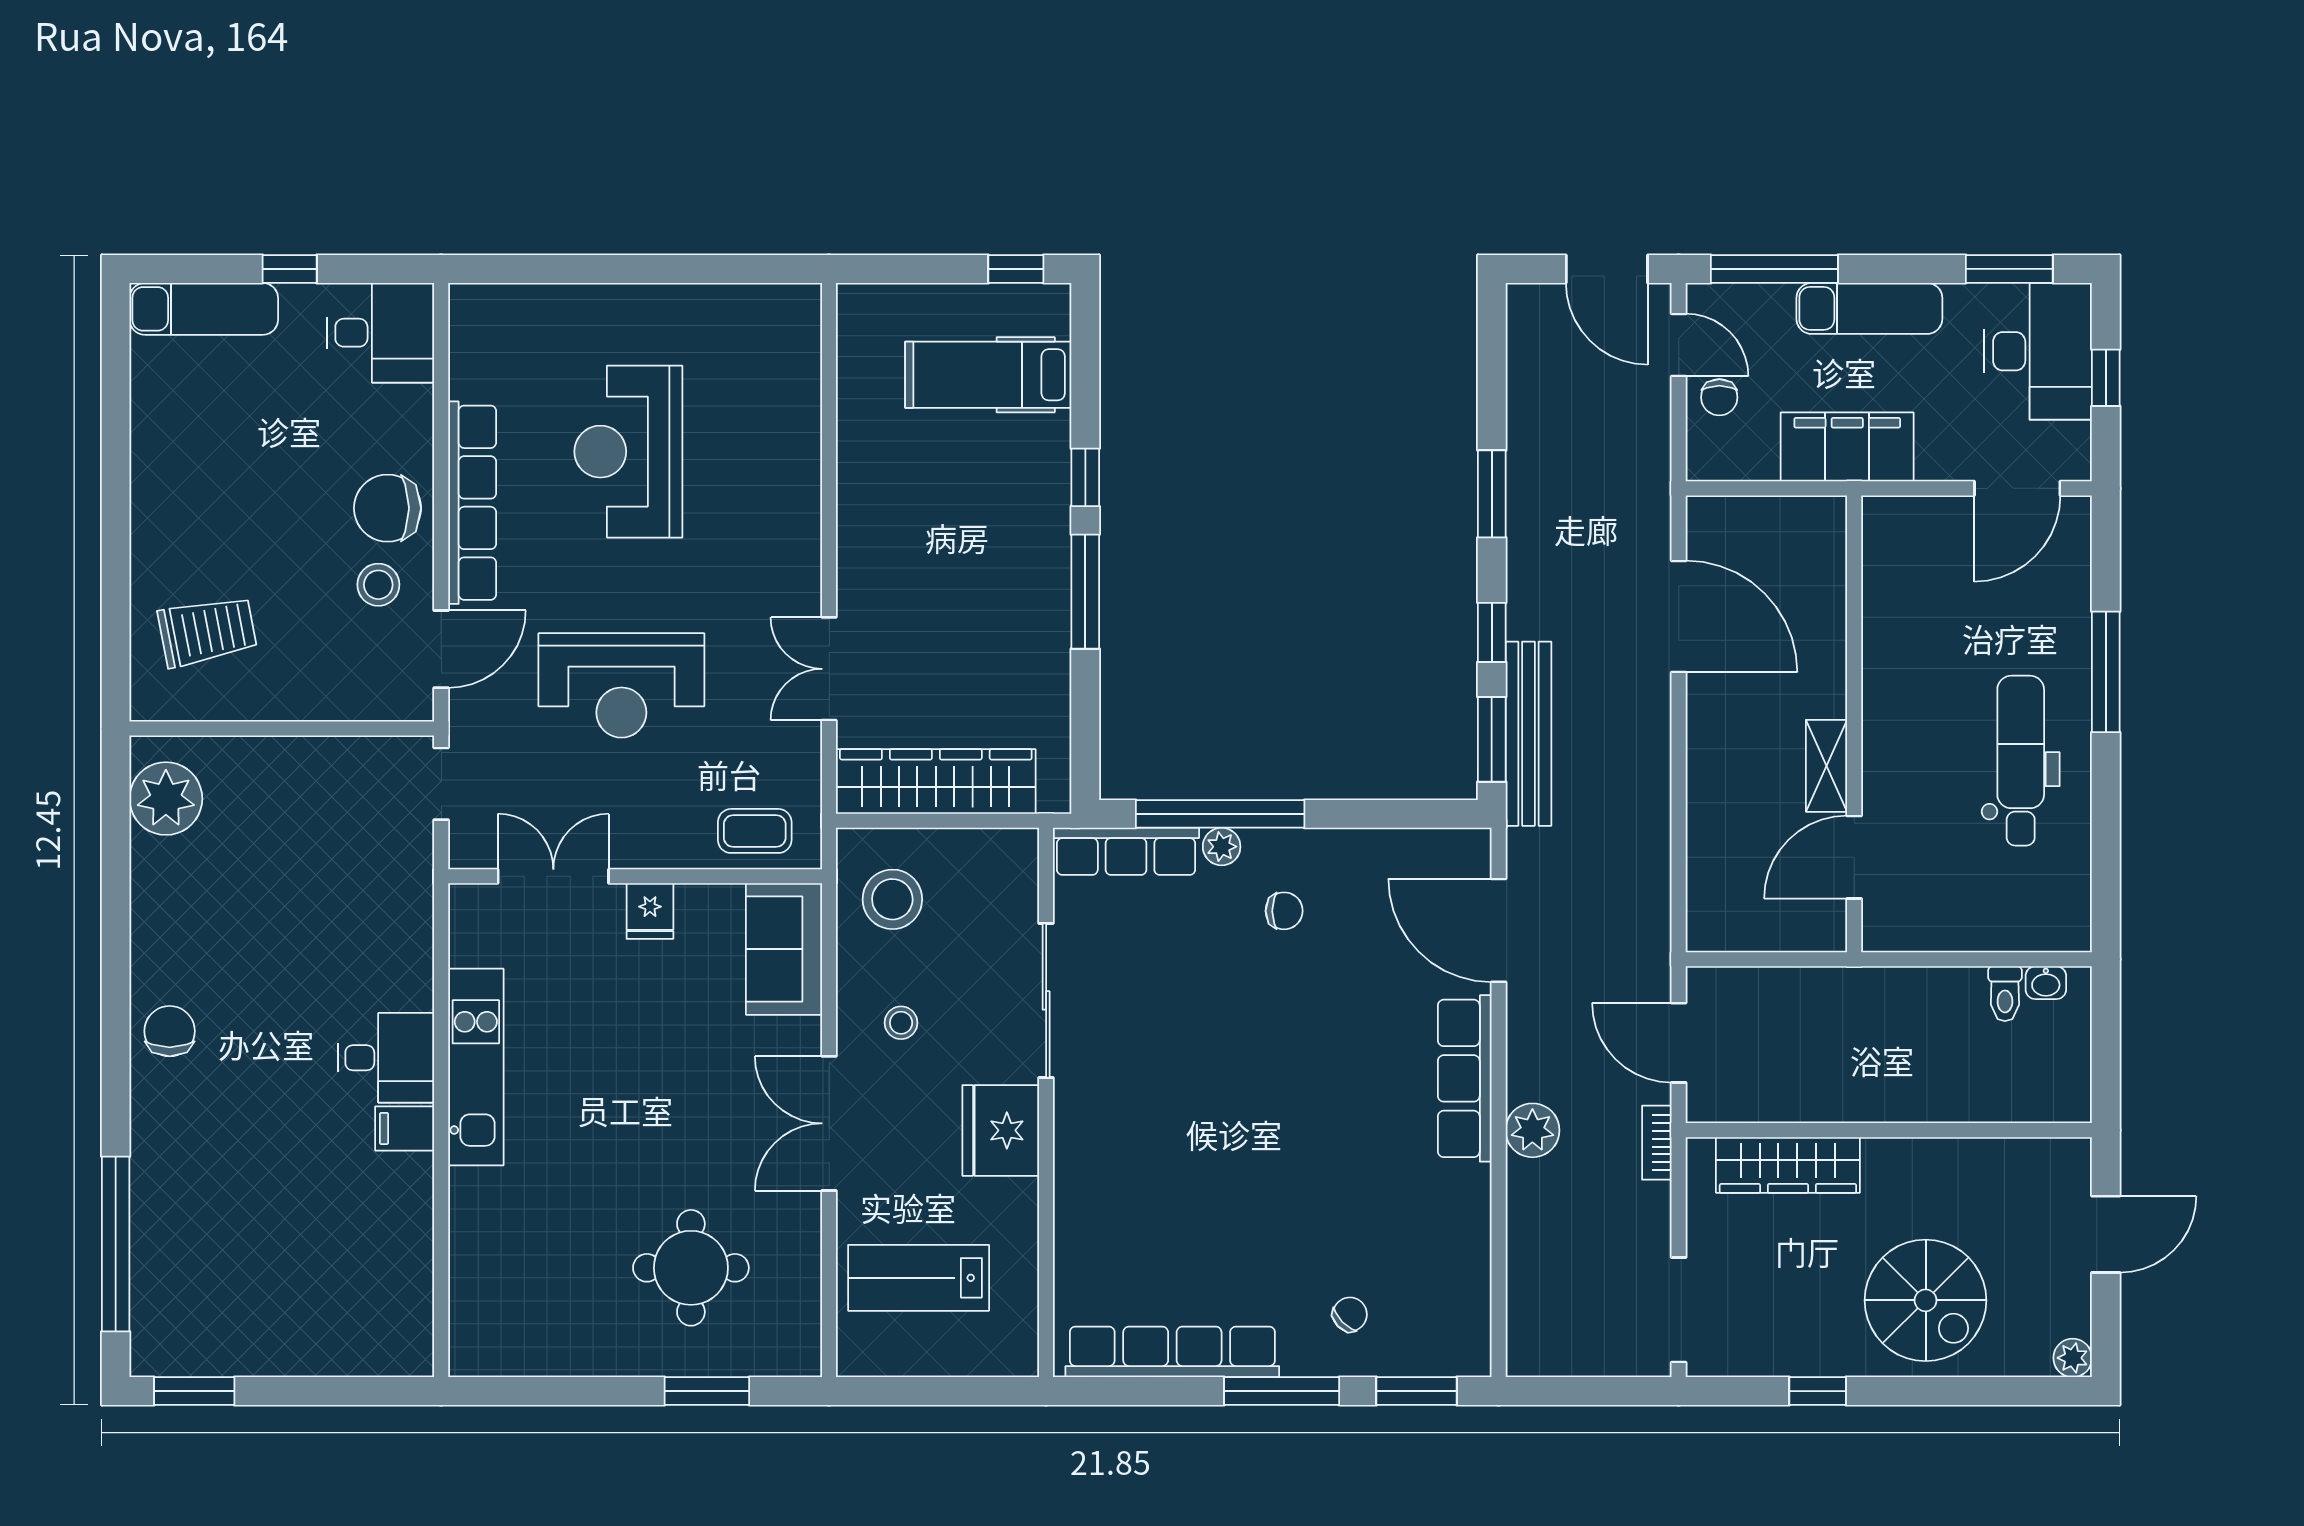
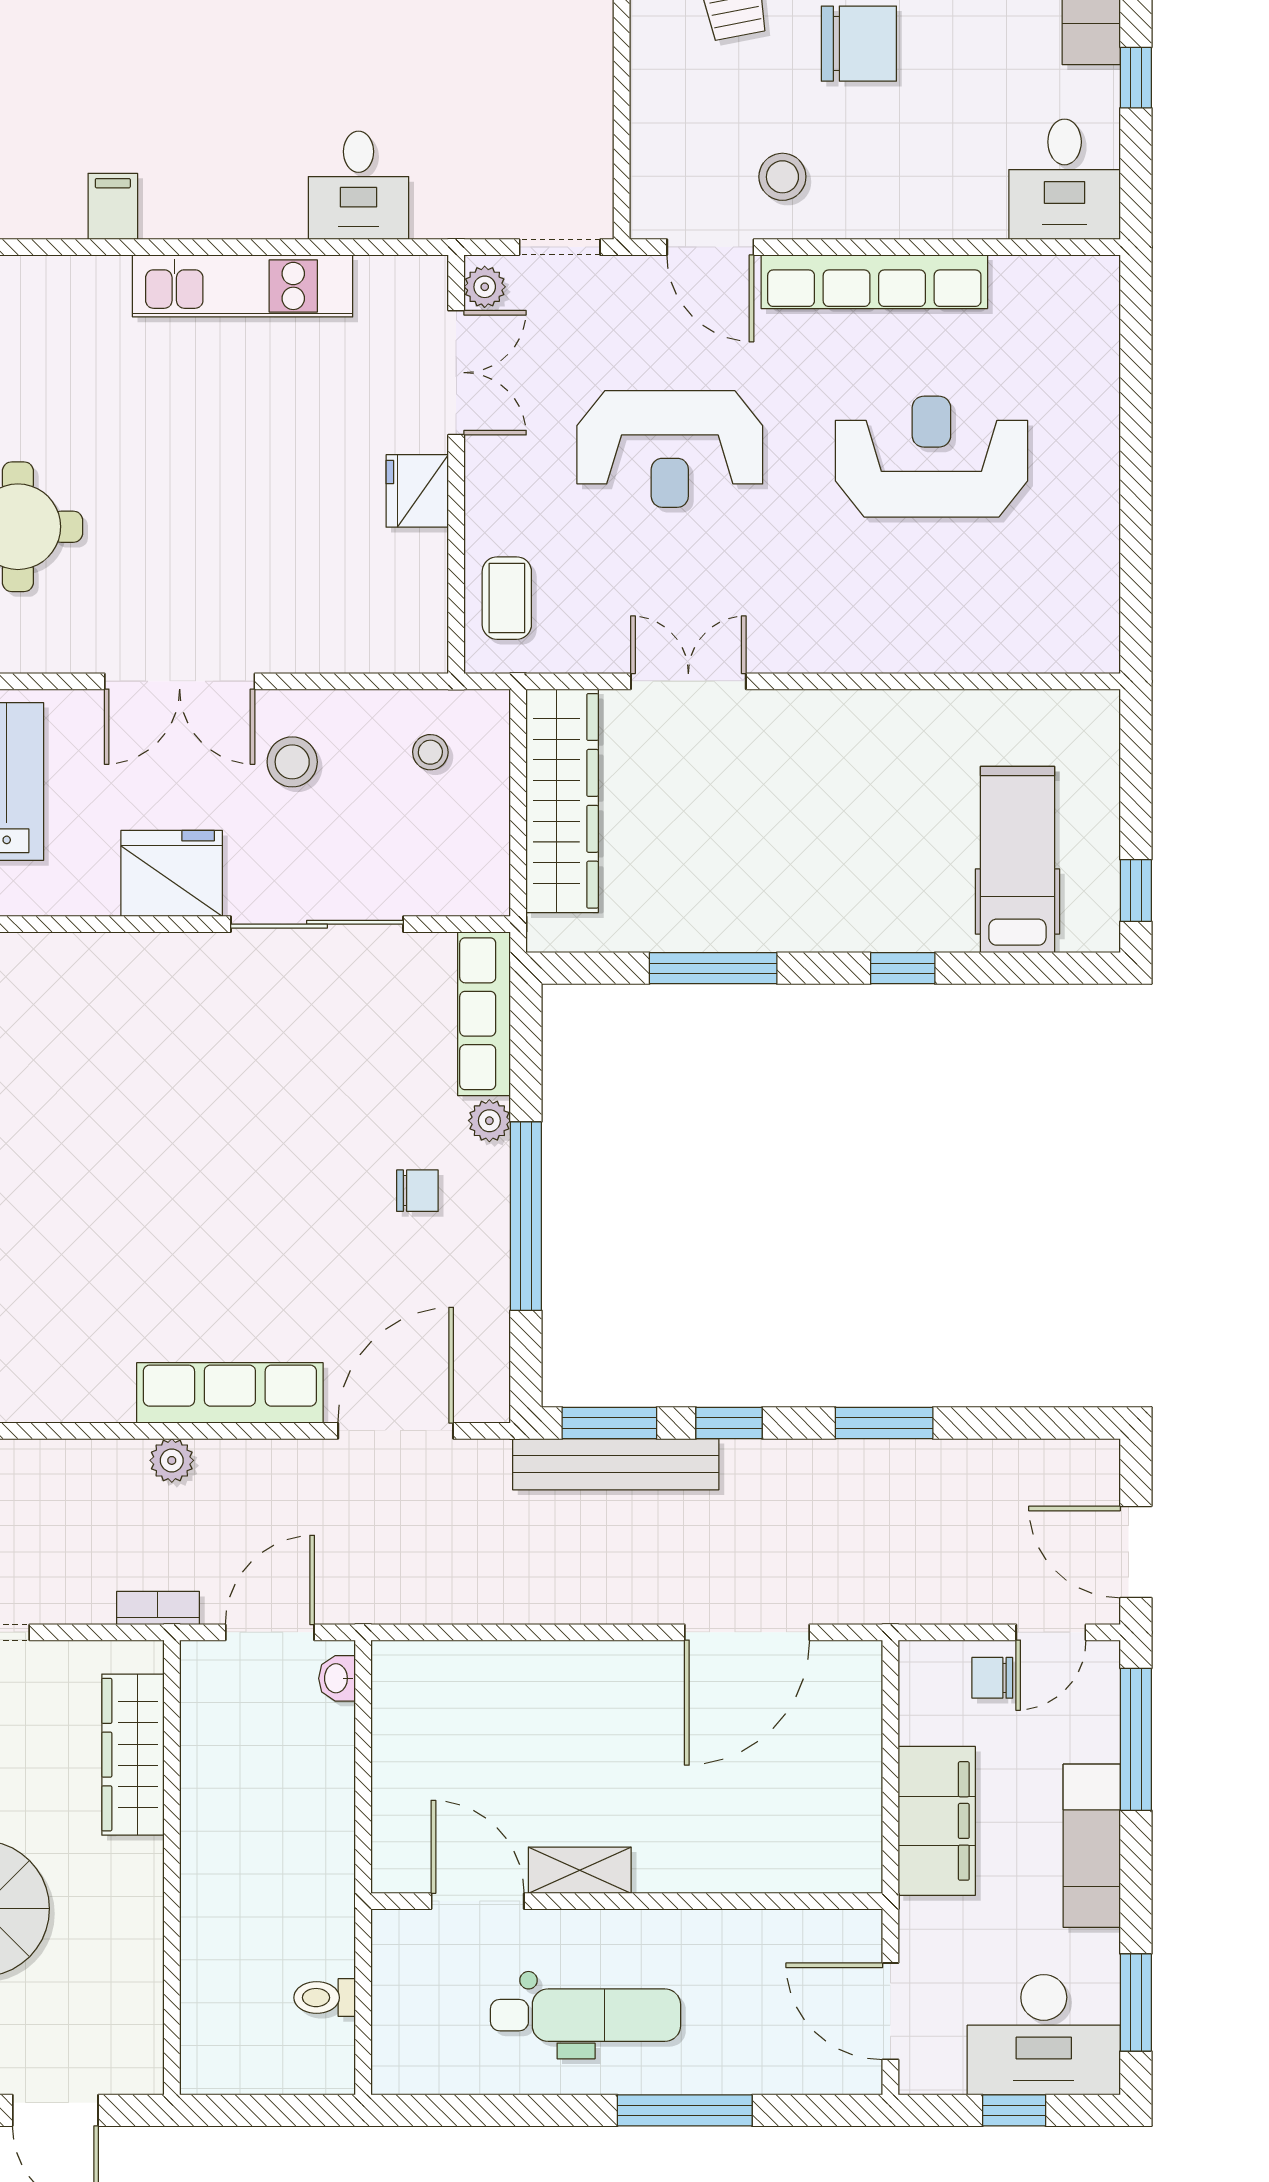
door: (1607, 269) -> (1136, 1552), hinge flipped
chair: (388, 508) -> (859, 44), moved, turned 90
window: (1085, 592) -> (713, 968), moved
reception desk: (621, 685) -> (670, 449), turned -90
wall: (1854, 724) -> (627, 1901), moved
shelving: (1827, 766) -> (580, 1870), moved
window: (1220, 814) -> (526, 1216), moved
plant: (477, 851) -> (485, 287), added
door: (1854, 857) -> (478, 1901), moved
stool: (892, 899) -> (430, 752), width x0.53, depth x0.53
fridge: (650, 911) -> (417, 491), width x1.38
chair: (1284, 911) -> (417, 1191), turned -90
sofa: (784, 949) -> (375, 631), removed
washbasin: (2046, 983) -> (337, 1678), moved
stool: (901, 1023) -> (292, 762), width x1.37, depth x1.37
desk: (386, 1058) -> (359, 185), moved
double door: (829, 1123) -> (180, 681), swing flipped
filing cabinet: (405, 1128) -> (113, 206), moved
plant: (1532, 1130) -> (172, 1460), width x0.73, depth x0.73

